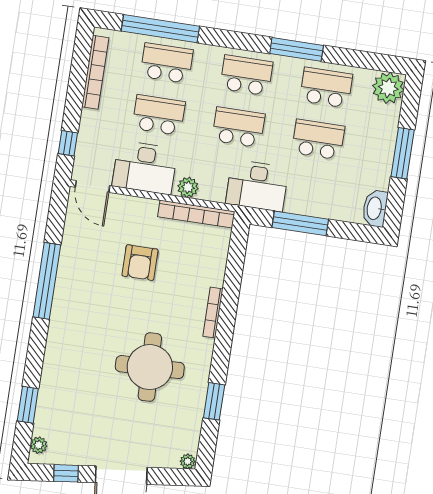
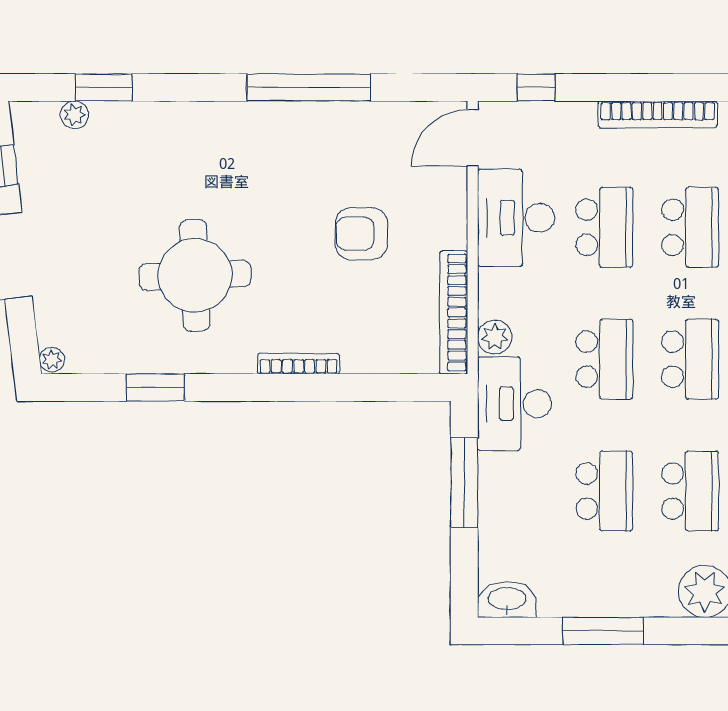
plant: (188, 187) -> (495, 337), moved
plant: (39, 445) -> (74, 115), moved

